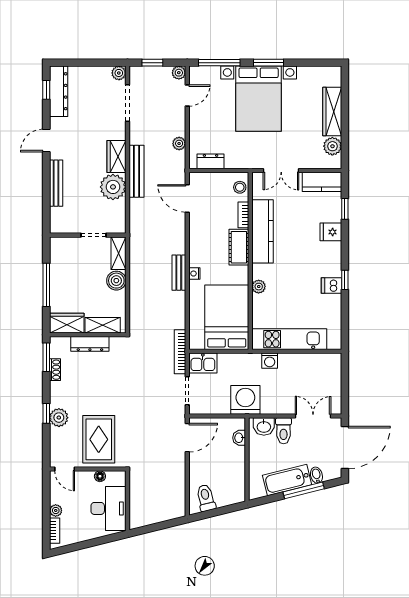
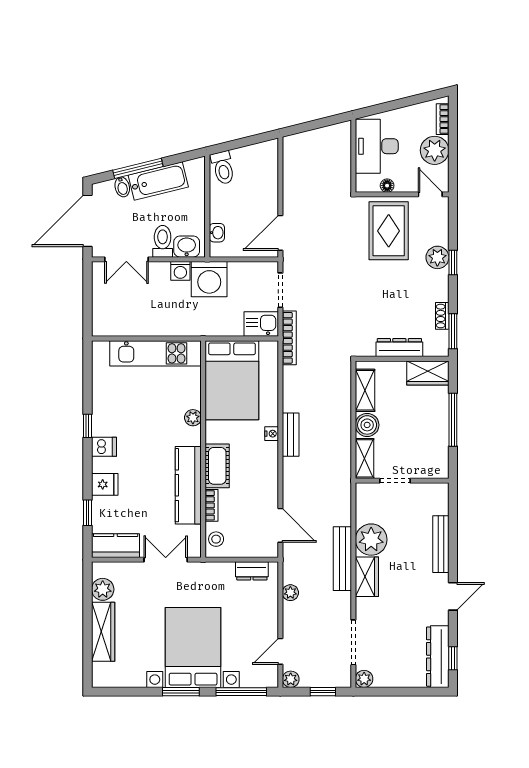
dishwasher: (331, 286) -> (104, 447), moved
shelving: (103, 325) -> (365, 390), moved, turned 90
washing machine: (270, 361) -> (180, 271), moved, turned 180
toilet: (206, 498) -> (223, 168), moved
plant: (56, 510) -> (435, 150), width x1.88, depth x1.88

